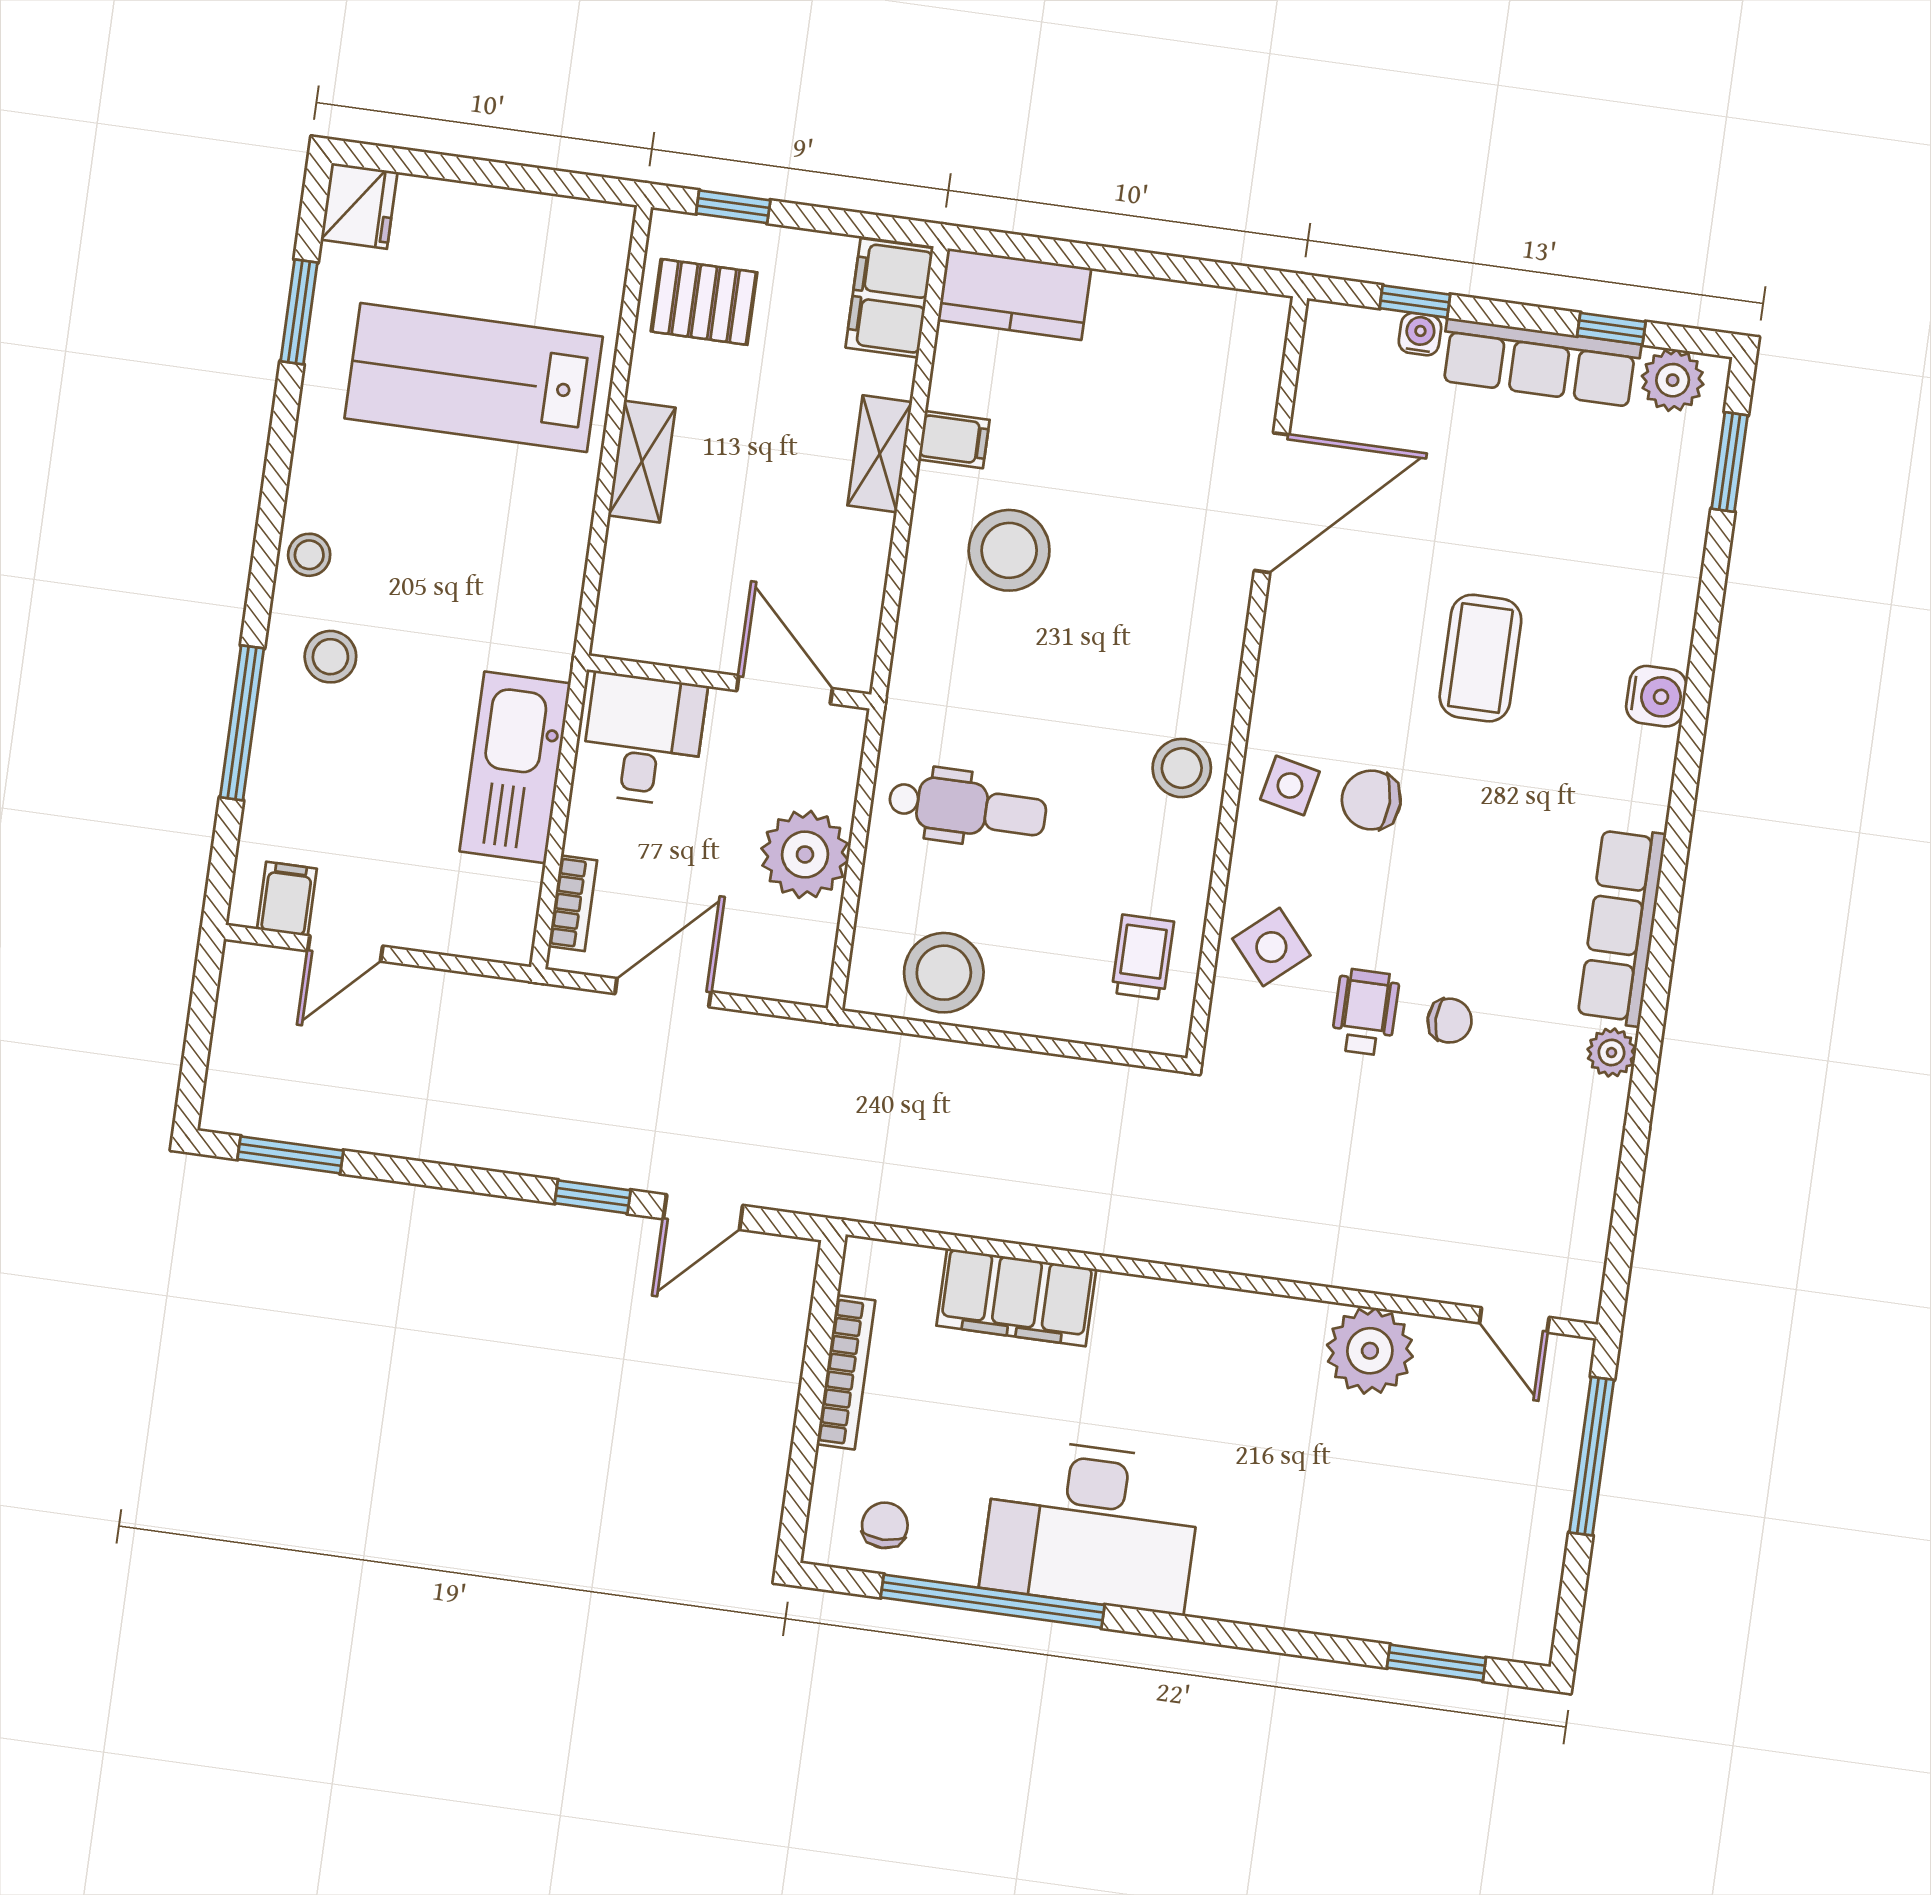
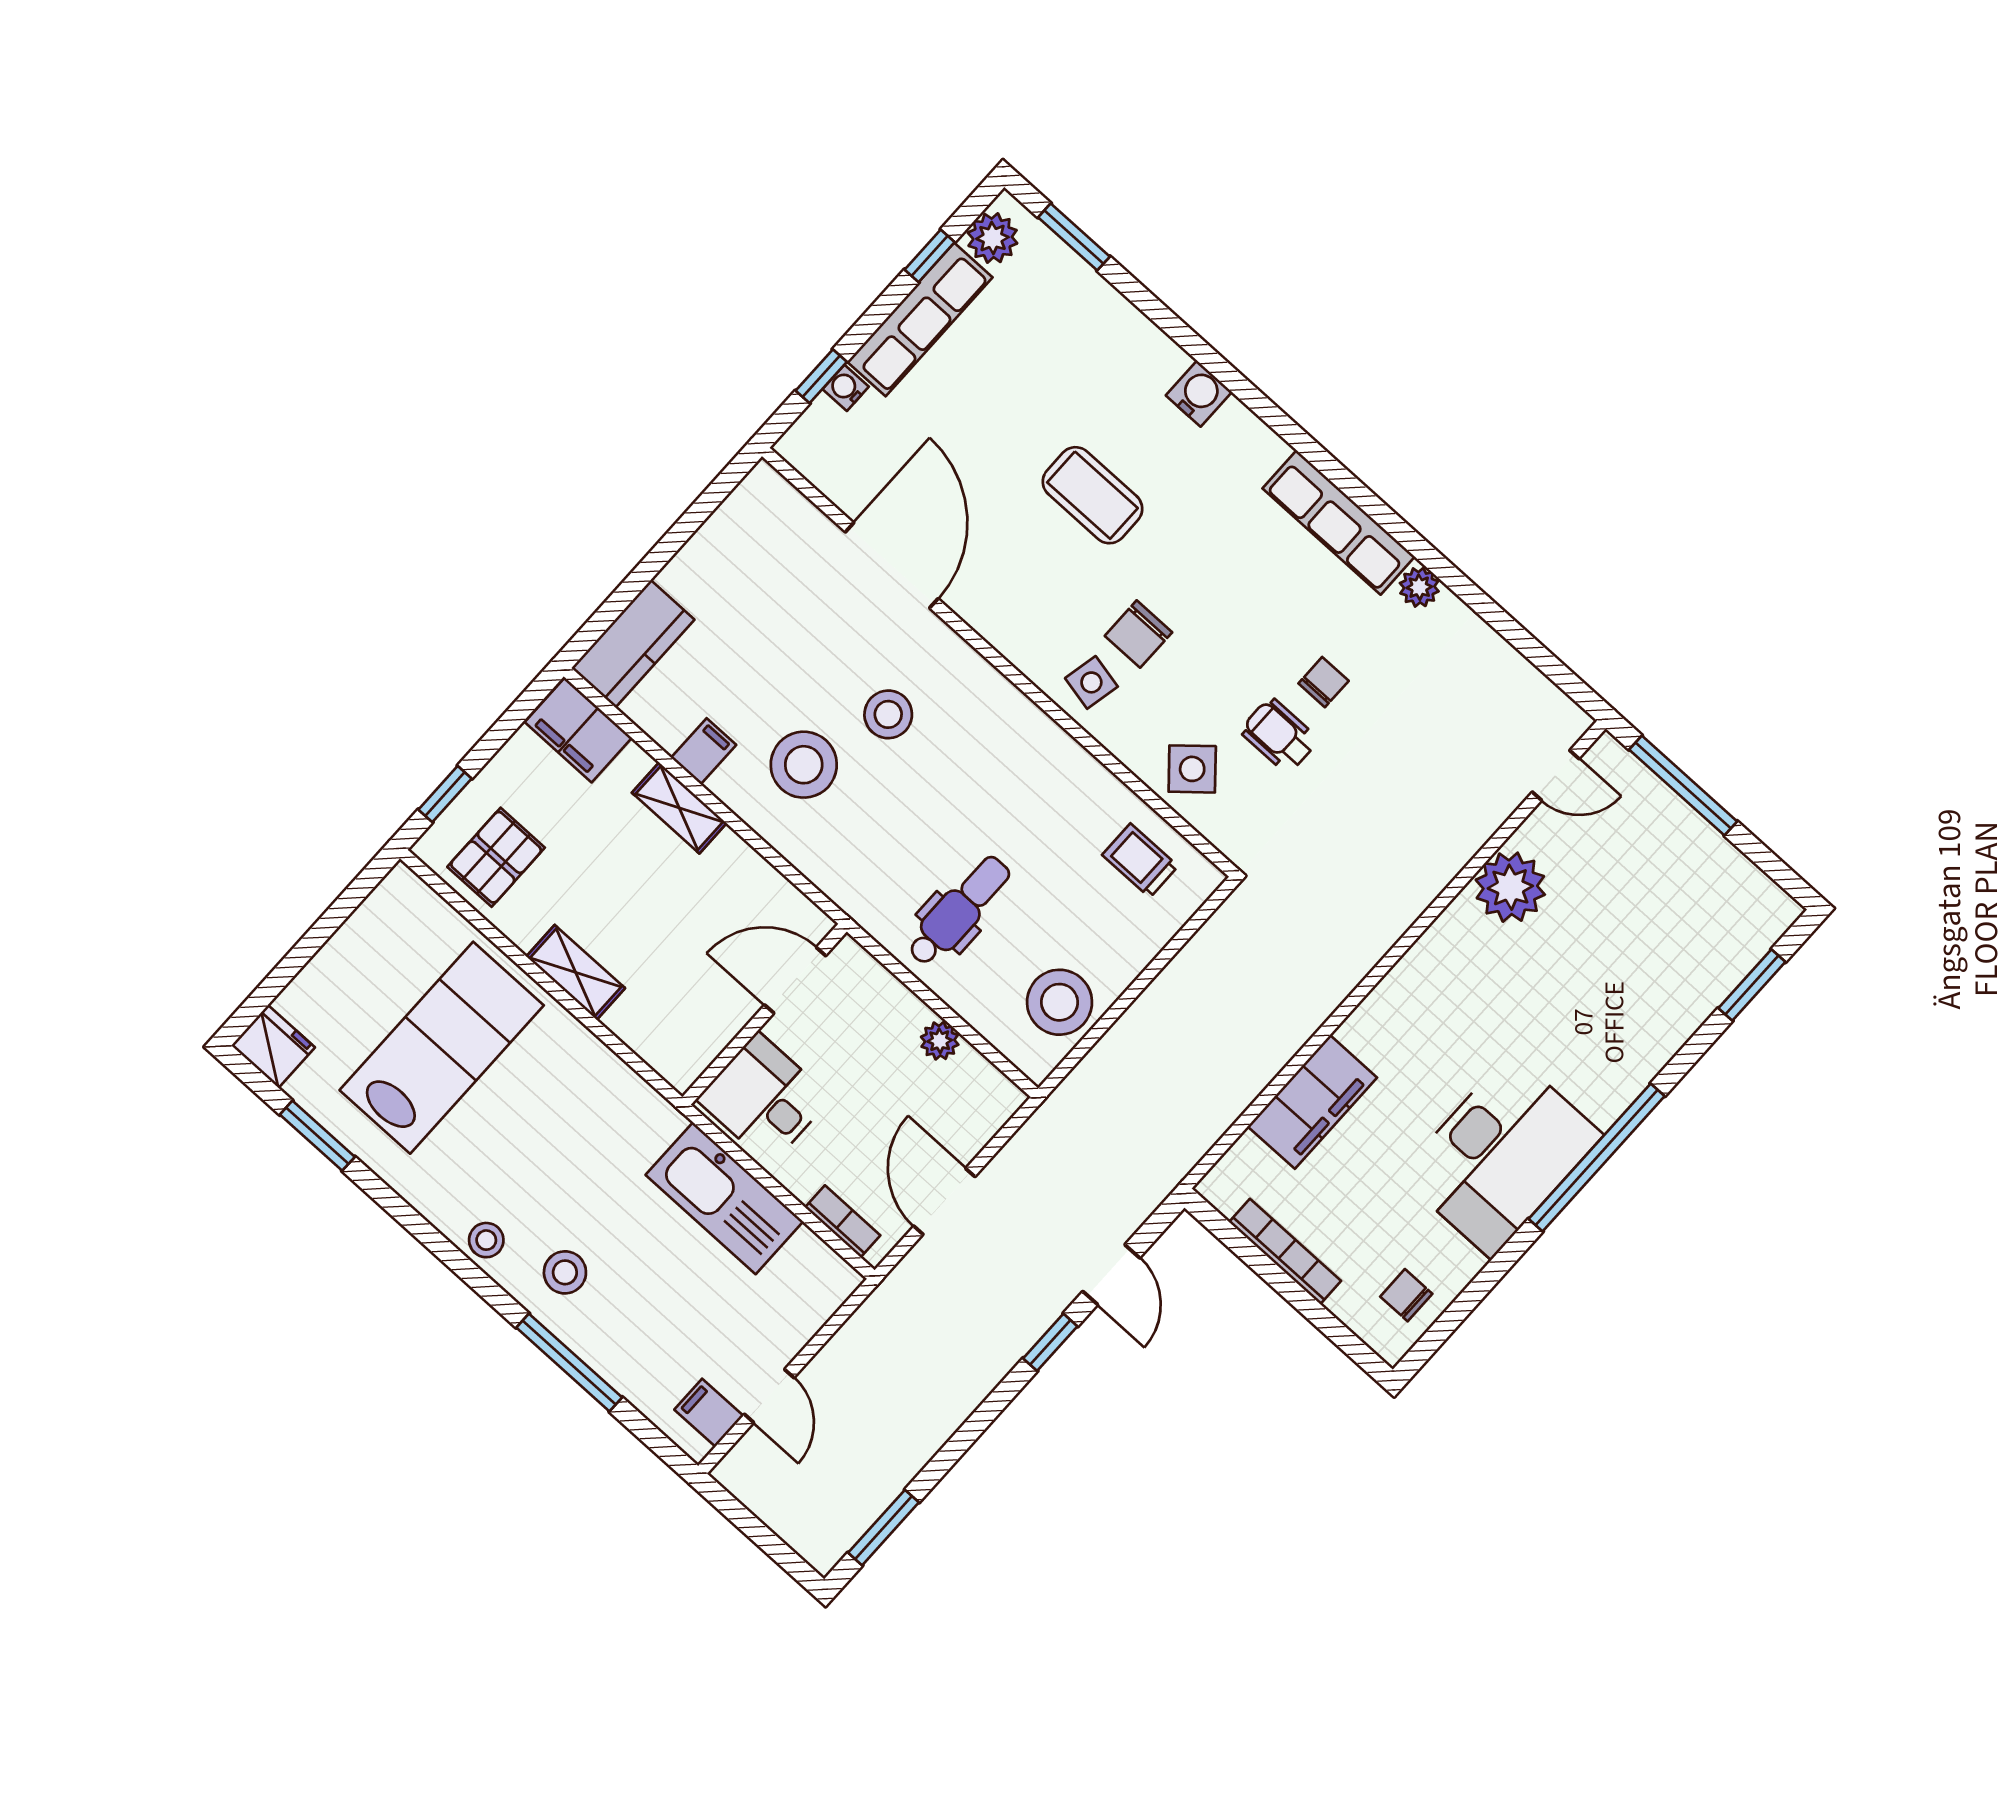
lab bench: (474, 378) -> (442, 1048), turned 180
stool: (1182, 768) -> (888, 714), moved
plant: (805, 854) -> (940, 1041), width x0.53, depth x0.53
window: (993, 1601) -> (1597, 1157), moved

